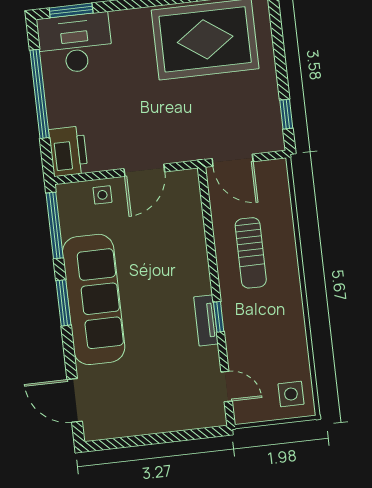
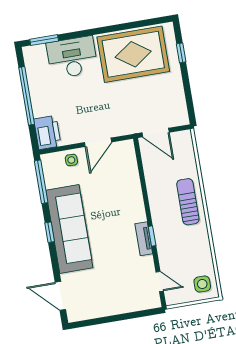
desk: (75, 43) -> (72, 57), moved
window: (286, 114) -> (181, 53), moved
sun lounger: (251, 253) -> (188, 202), moved, turned 180
window: (63, 303) -> (50, 232), width x0.67

